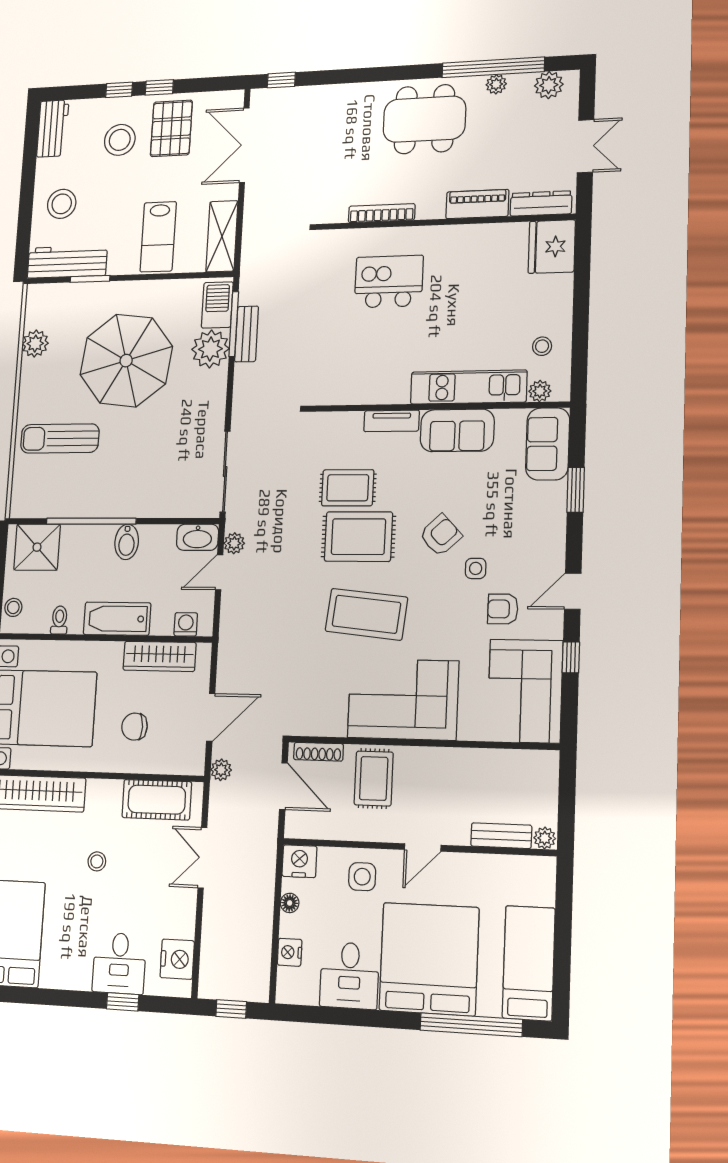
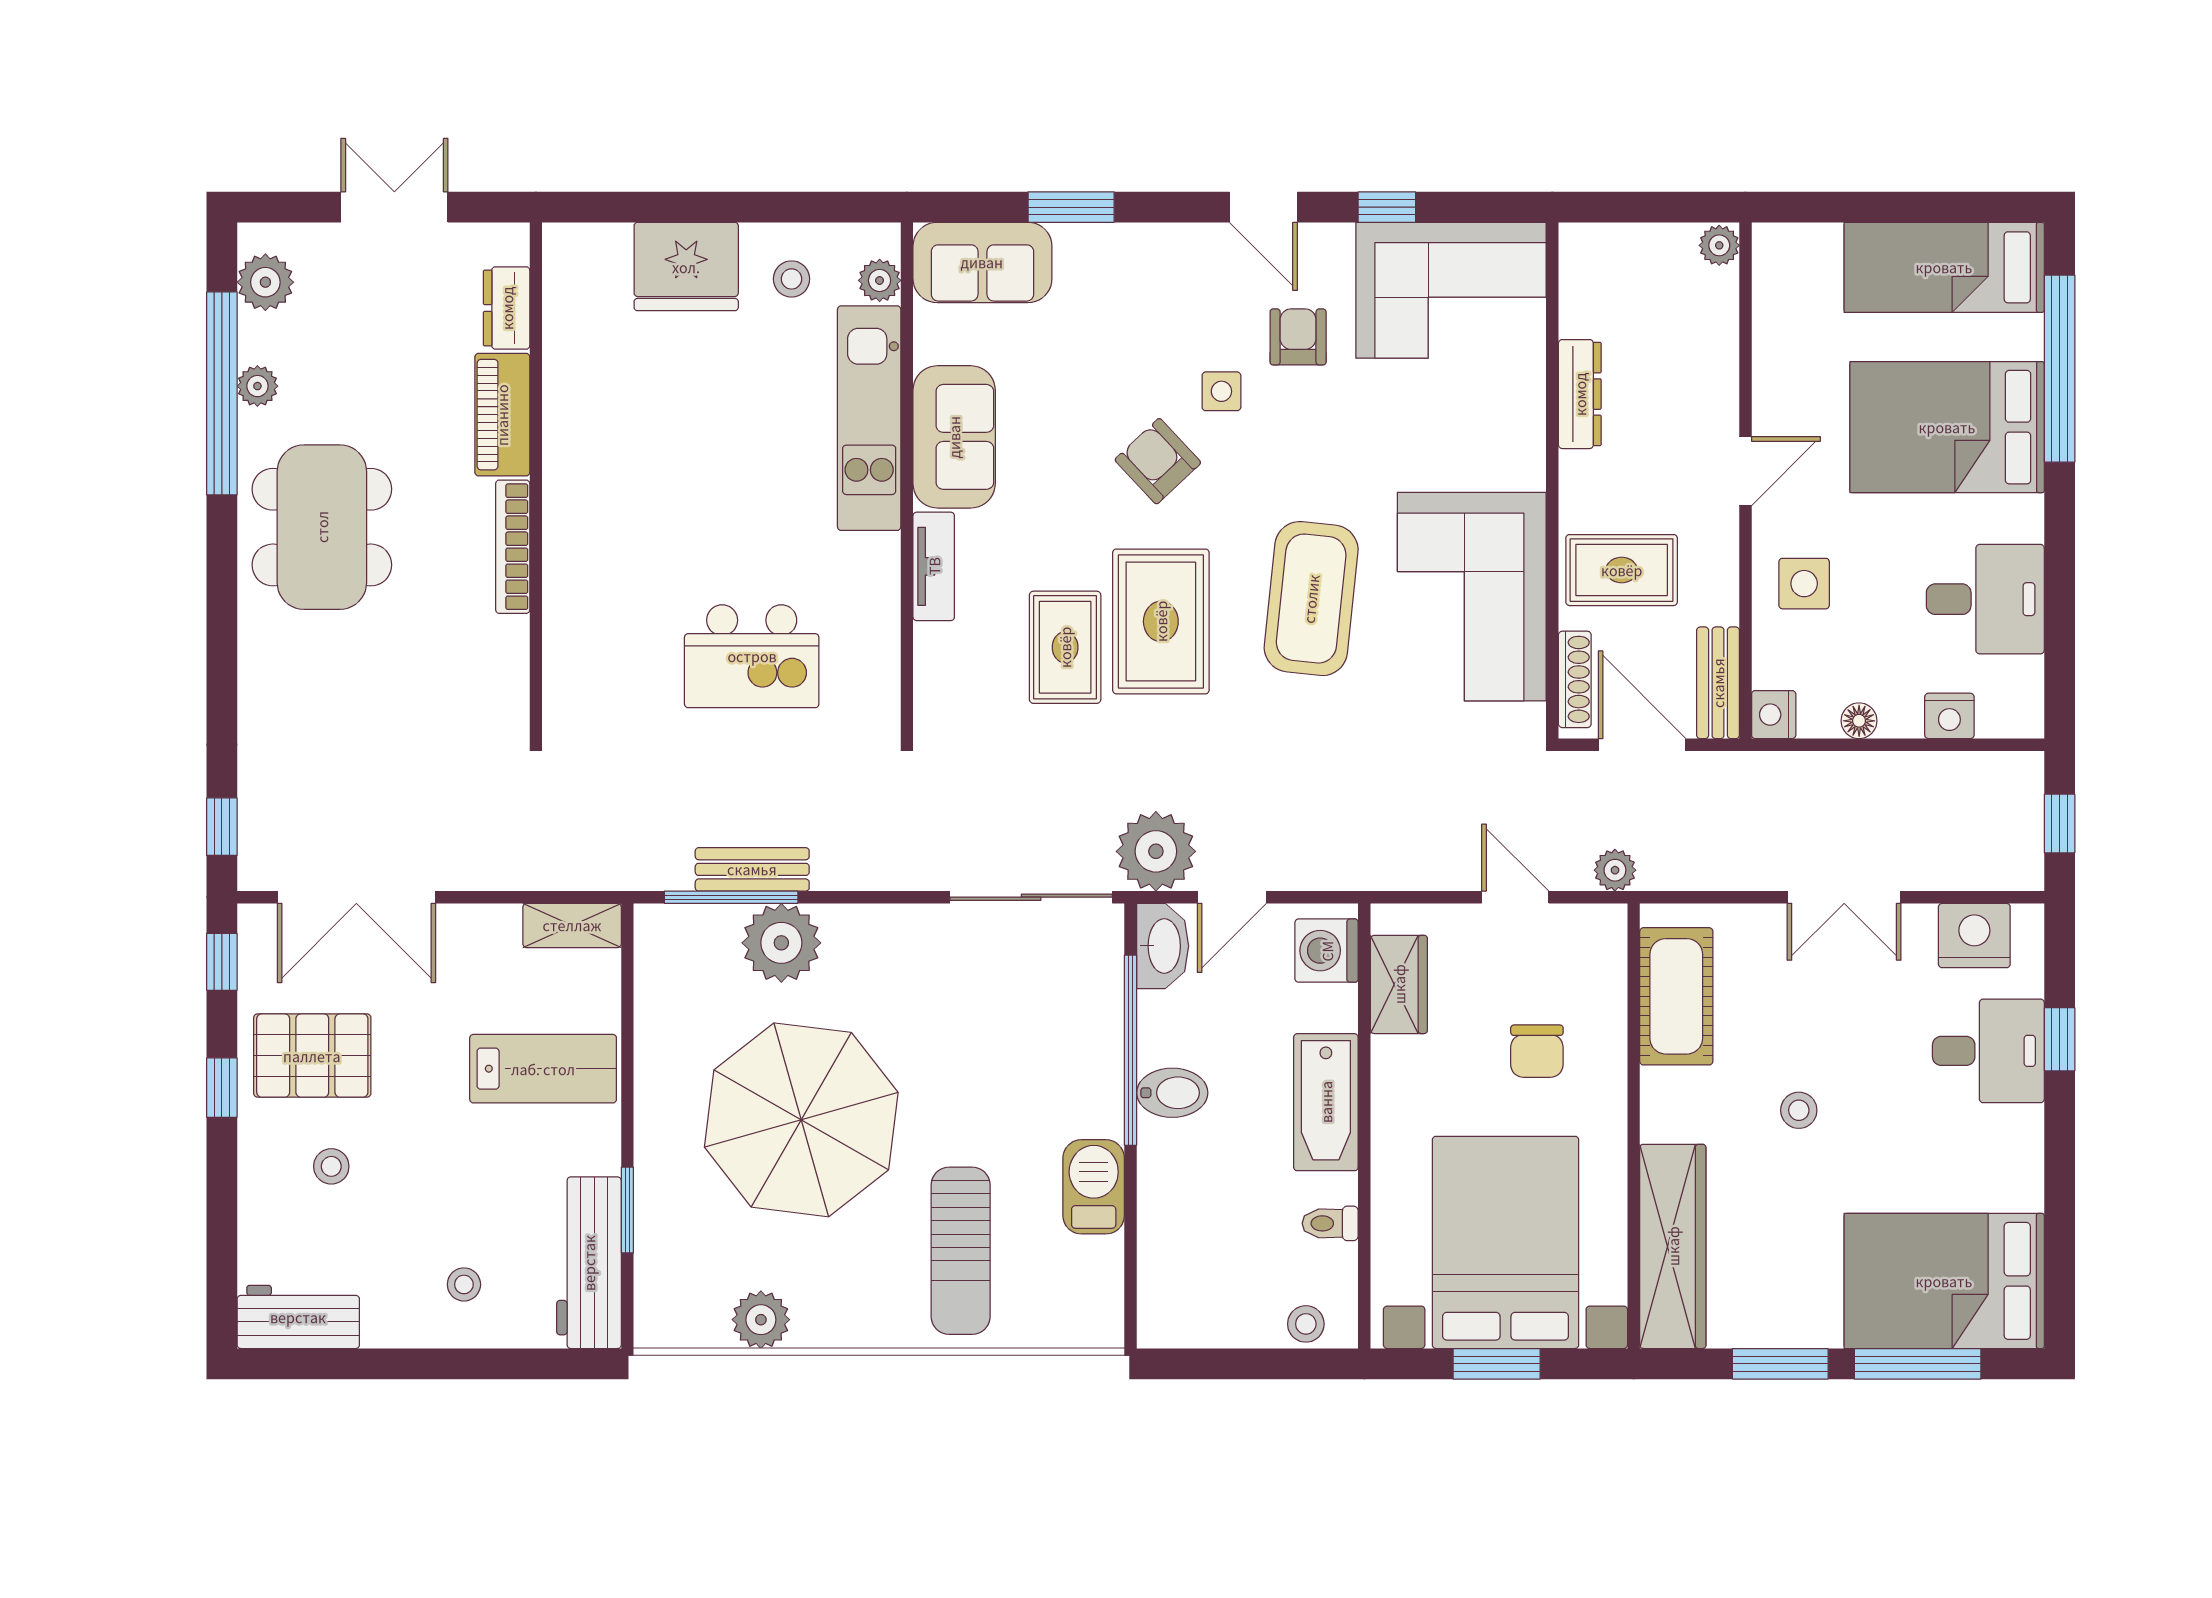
window: (119, 90) -> (222, 962), moved
stool: (120, 140) -> (331, 1166), width x0.53, depth x0.53
dresser: (541, 203) -> (507, 308), width x0.70
stool: (62, 204) -> (464, 1284), width x0.53, depth x0.53
bookcase: (382, 213) -> (513, 547), moved
shelving: (222, 236) -> (572, 925), width x0.67, depth x0.75
fridge: (552, 247) -> (686, 267), moved
kitchen island: (389, 282) -> (752, 656), moved, turned -90
barbecue: (217, 305) -> (1094, 1187), moved, turned 90
window: (91, 521) -> (1130, 1050), moved
plant: (234, 543) -> (1156, 851), width x1.88, depth x1.88
shower: (37, 547) -> (1183, 1283), removed
door: (219, 572) -> (1232, 897), hinge flipped
armchair: (503, 609) -> (1298, 337), turned 180
washing machine: (186, 624) -> (1327, 951), width x1.38, depth x1.38
wardrobe: (160, 656) -> (1399, 984), width x0.67
corner sofa: (403, 699) -> (1472, 597), moved
door: (211, 717) -> (1515, 897), width x0.73
dresser: (467, 759) -> (1580, 394), added
door: (283, 786) -> (1642, 745), hinge flipped
bench: (501, 836) -> (1718, 683), moved
door: (423, 847) -> (1745, 471), hinge flipped
double door: (202, 858) -> (1844, 897), moved
nightstand: (299, 861) -> (1774, 715), width x0.74, depth x0.75
bed: (429, 959) -> (1947, 427), width x0.73

